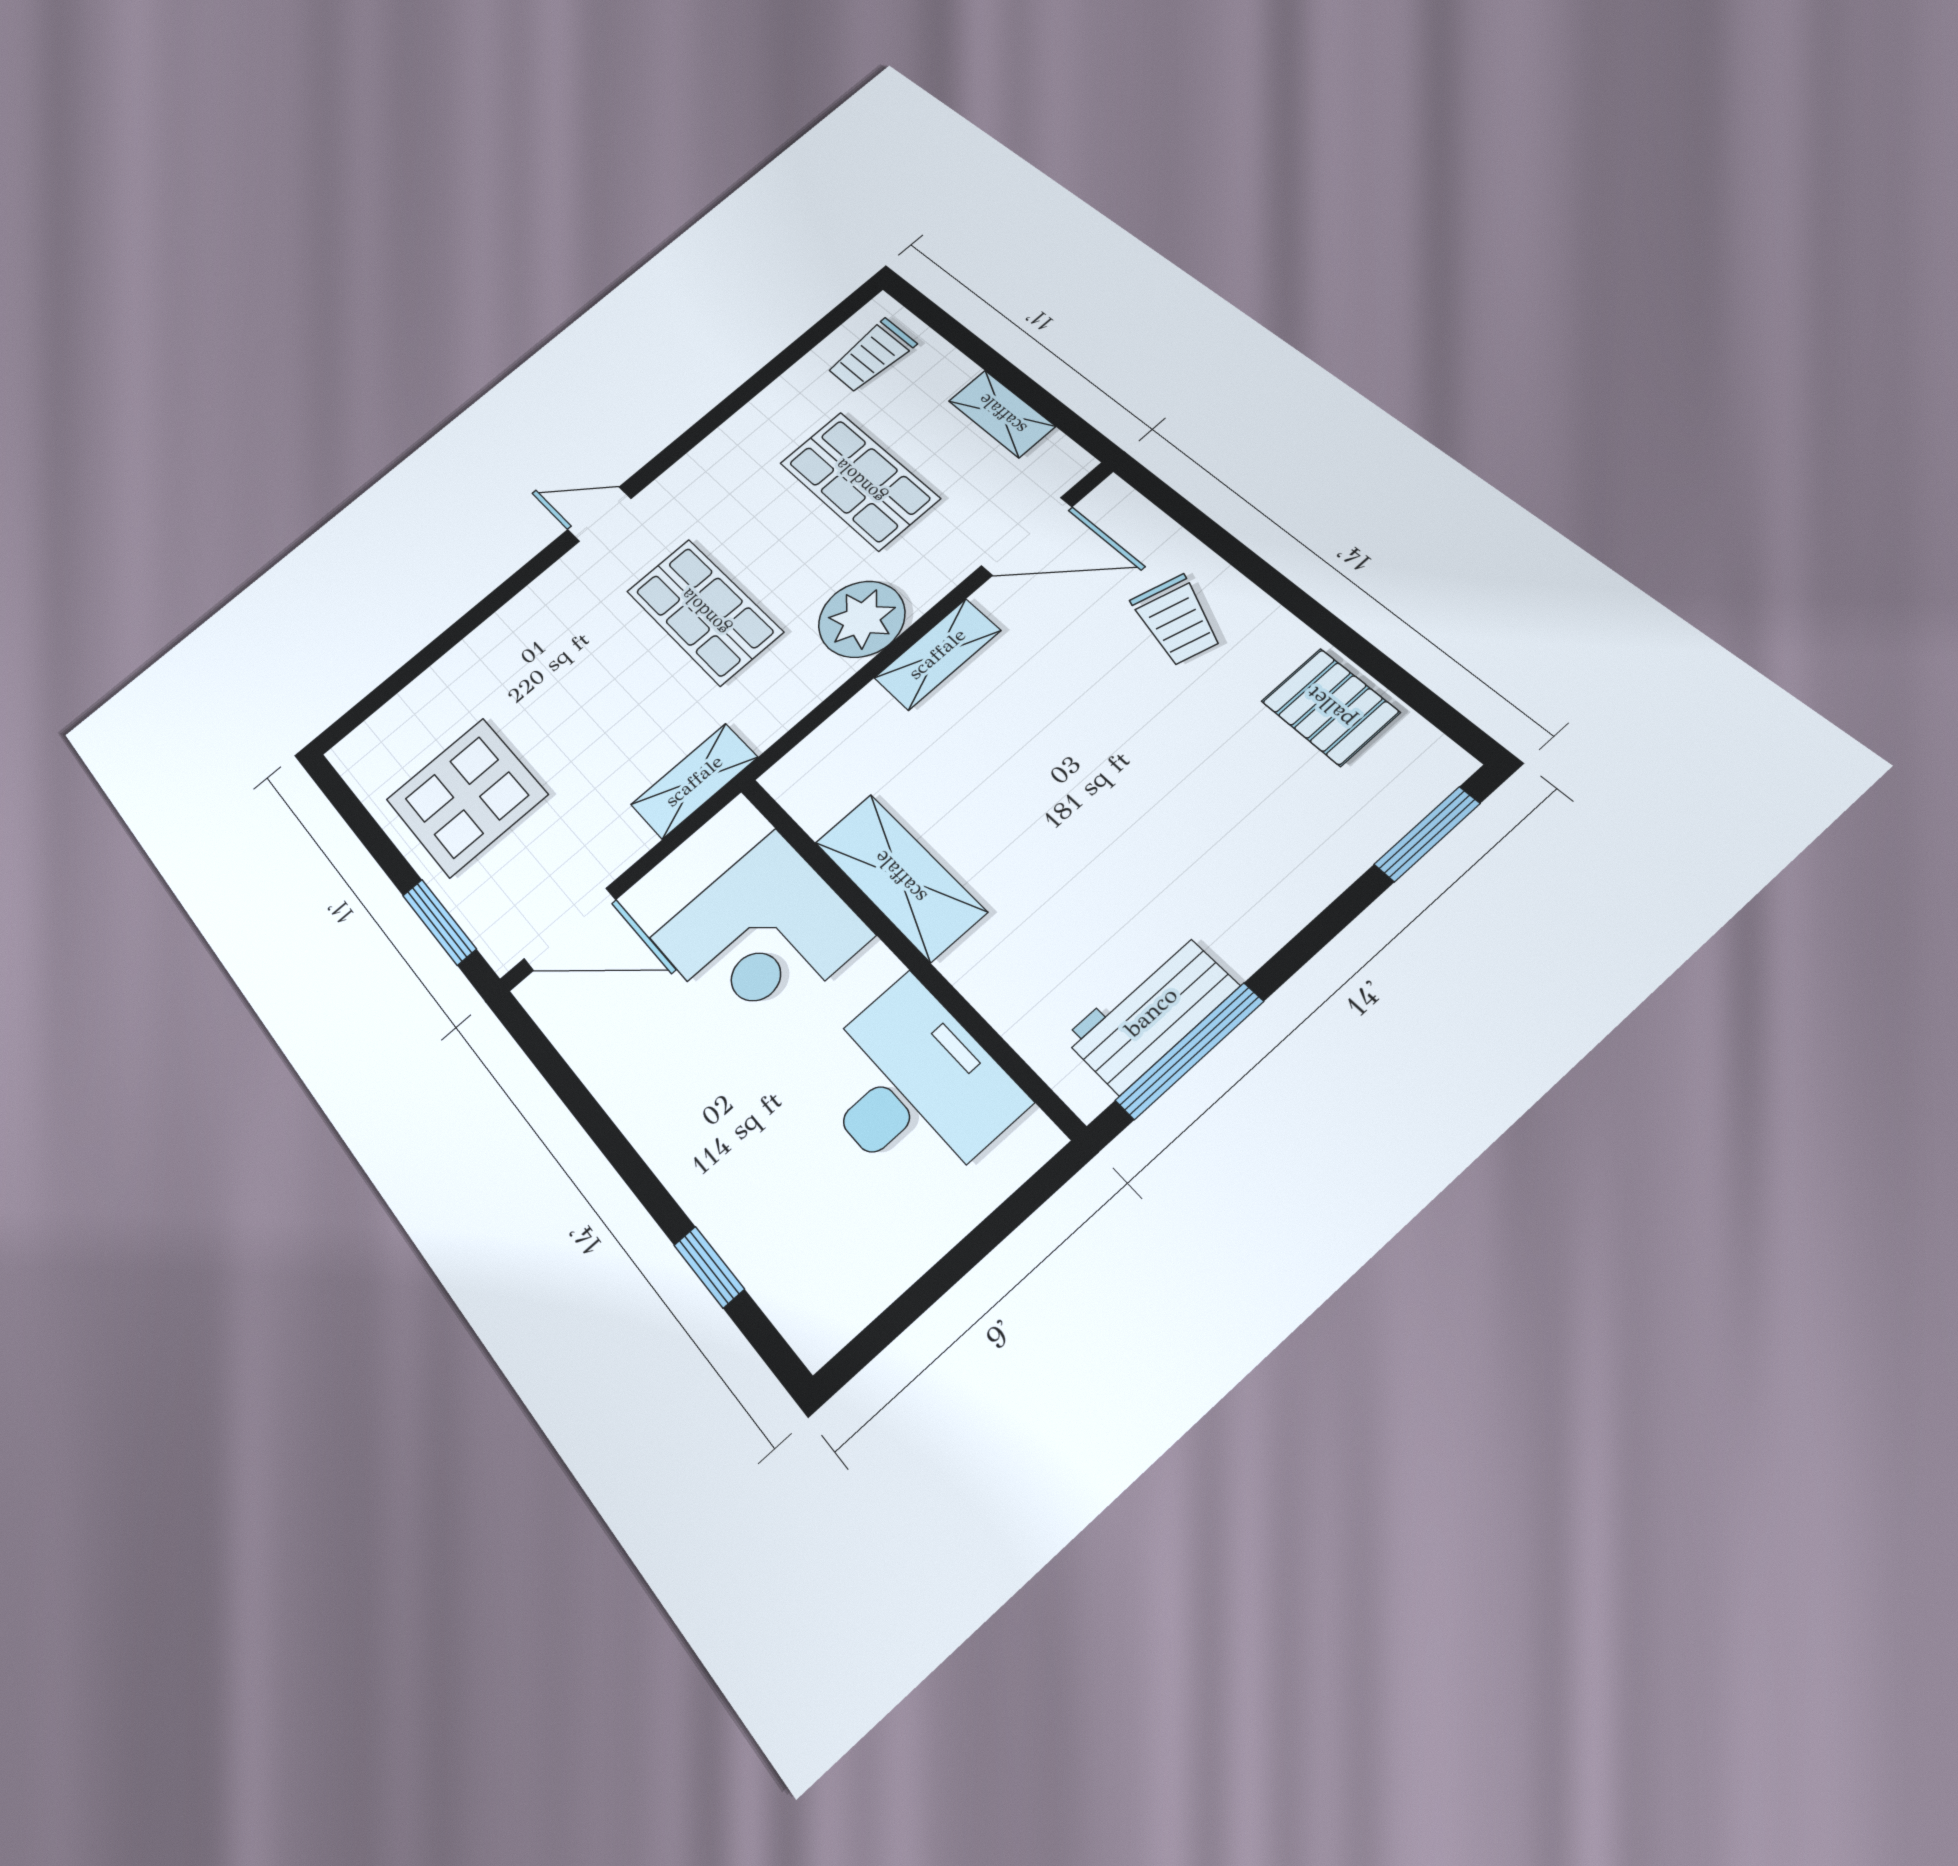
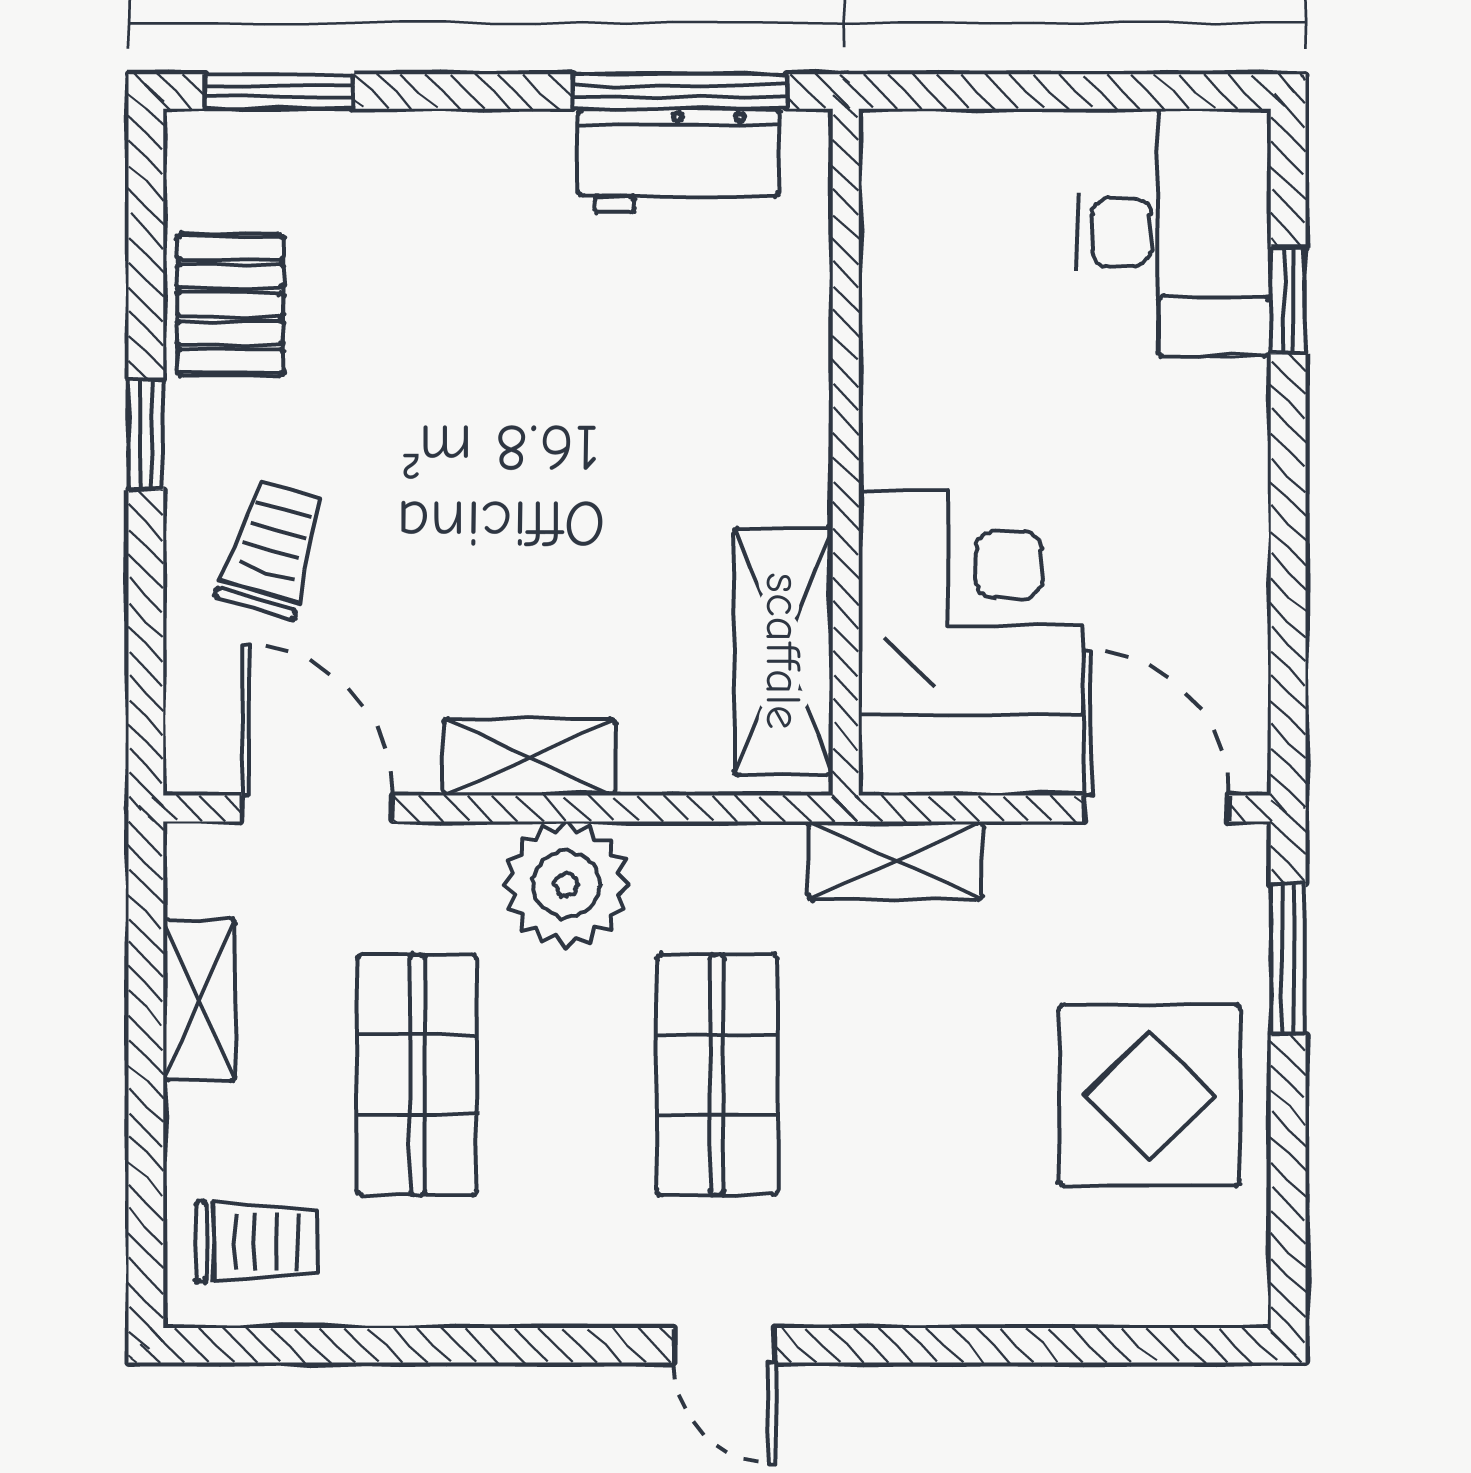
window: (1305, 608) -> (146, 434), added
shelving: (900, 877) -> (783, 651), moved
desk: (913, 1087) -> (1174, 232), moved, turned 180

